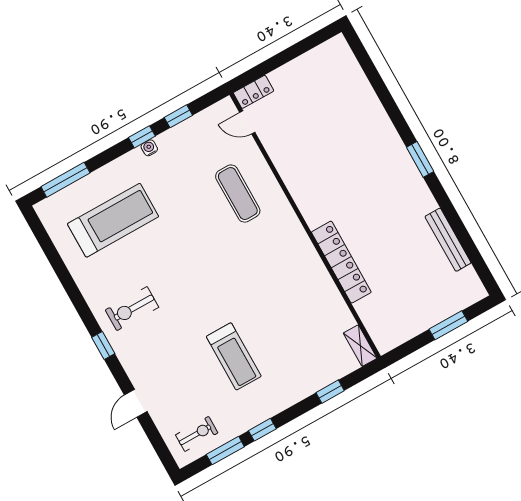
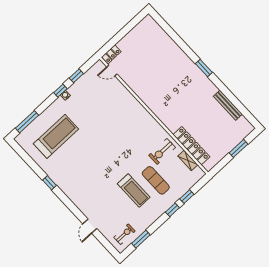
exercise mat: (238, 194) -> (156, 180), moved
locker: (341, 262) -> (191, 146), moved
exercise bike: (132, 309) -> (162, 151), moved
window: (103, 346) -> (49, 183), moved
shelving: (360, 346) -> (188, 160), moved
window: (262, 430) -> (172, 210), moved

